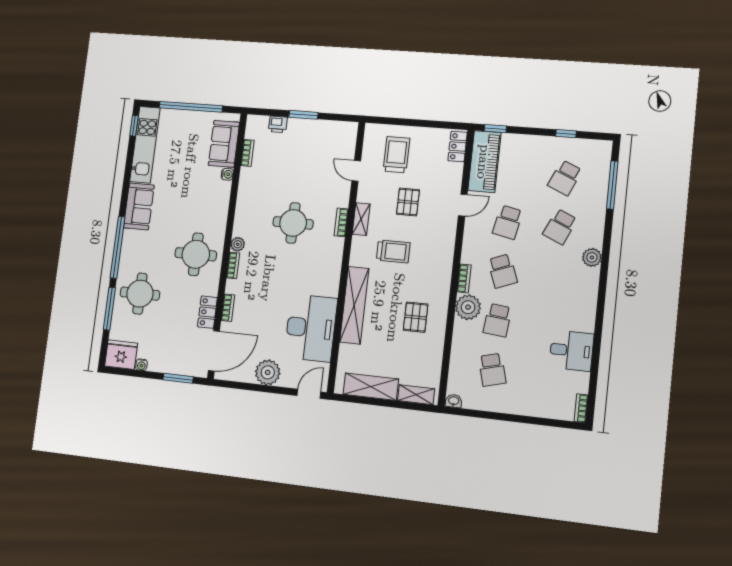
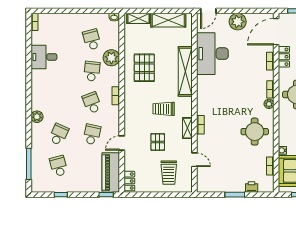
school desk: (565, 178) -> (59, 166), turned -39
round table: (293, 223) -> (255, 132), moved
plant: (468, 307) -> (111, 58), moved
pallet: (416, 317) -> (144, 68), width x1.50, depth x1.42

